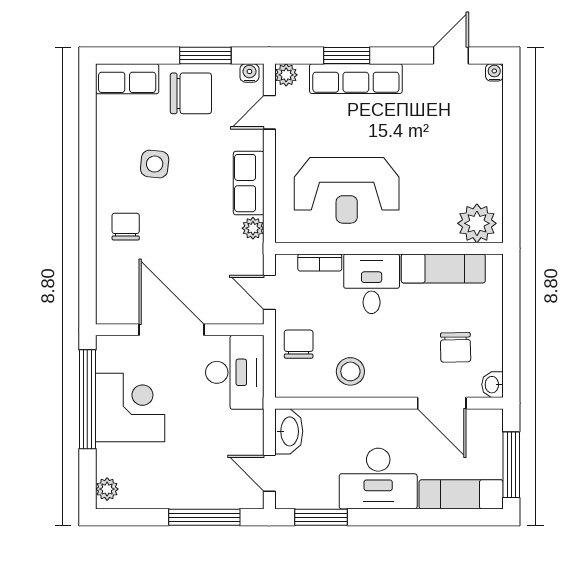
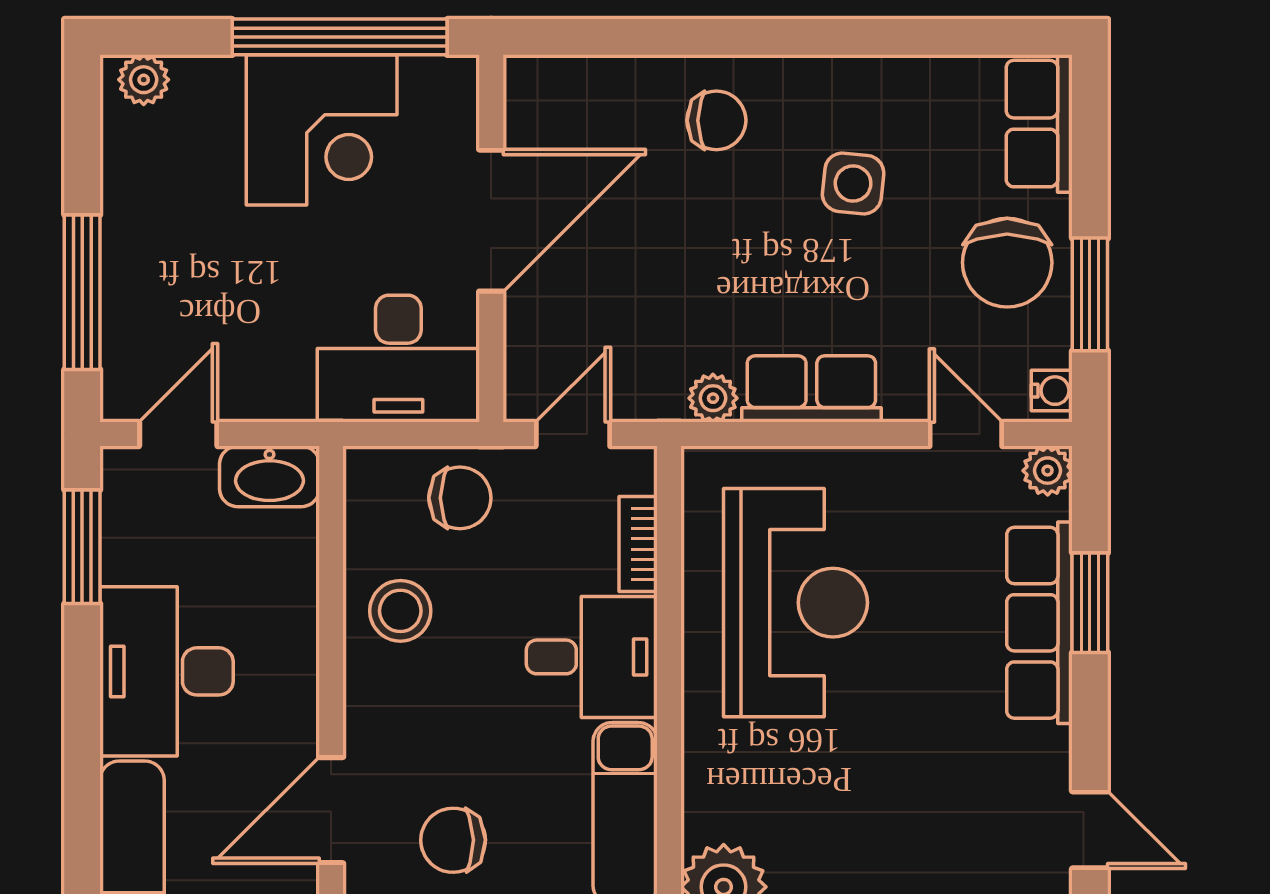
reception desk: (347, 190) -> (796, 603), turned 180

